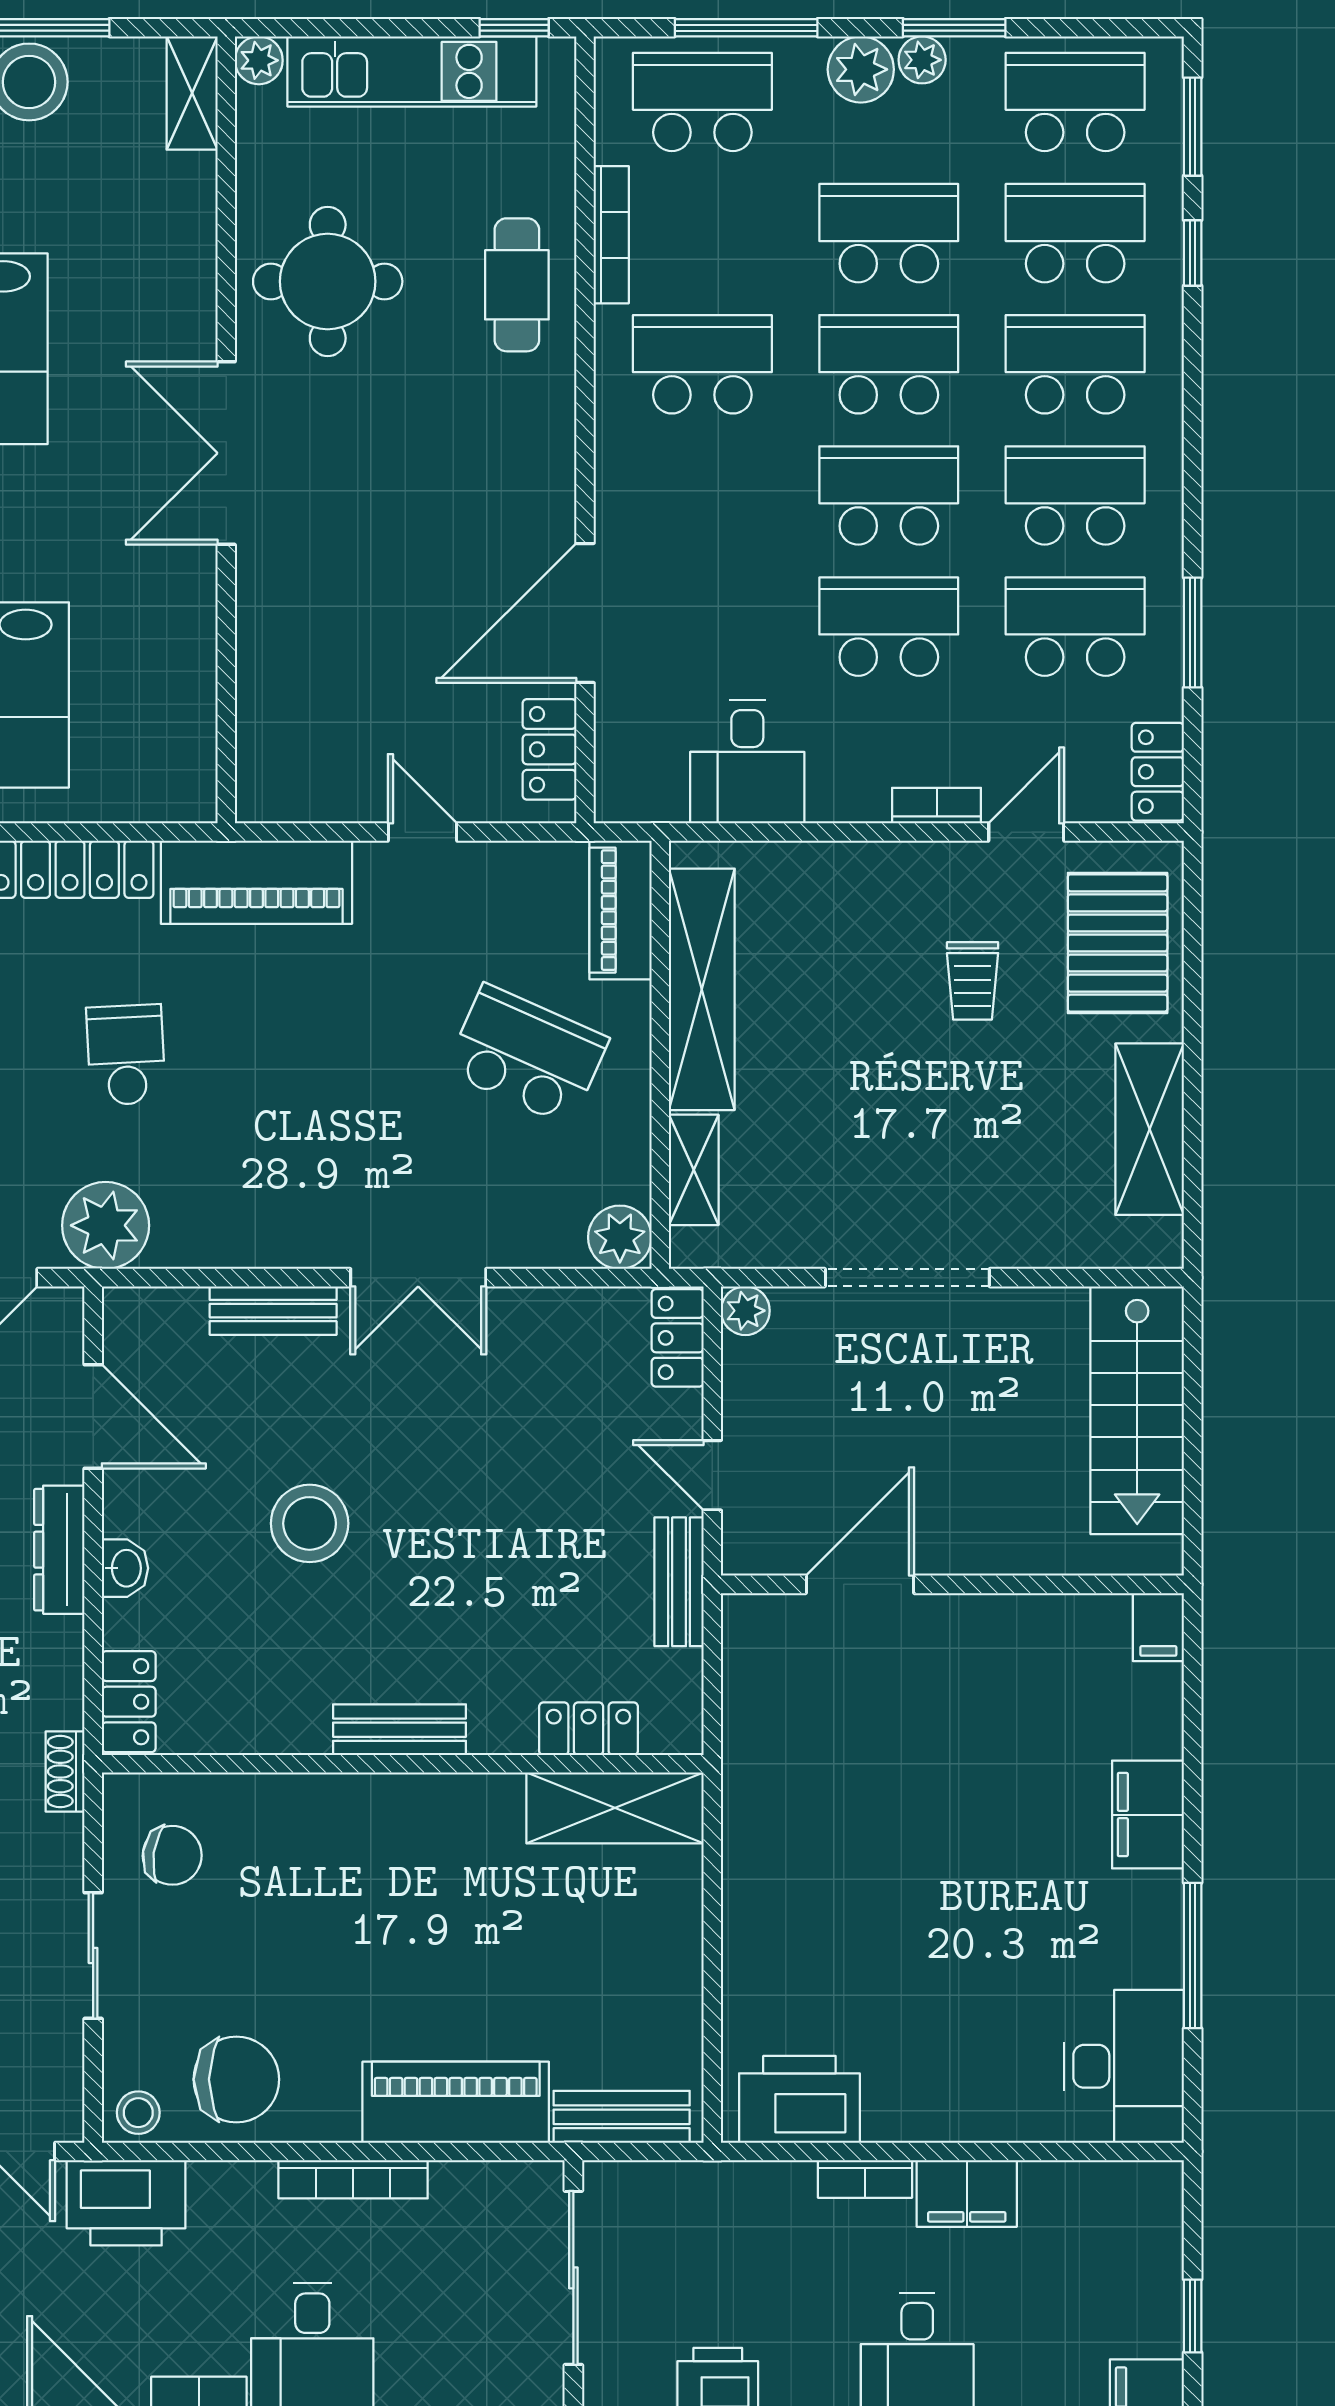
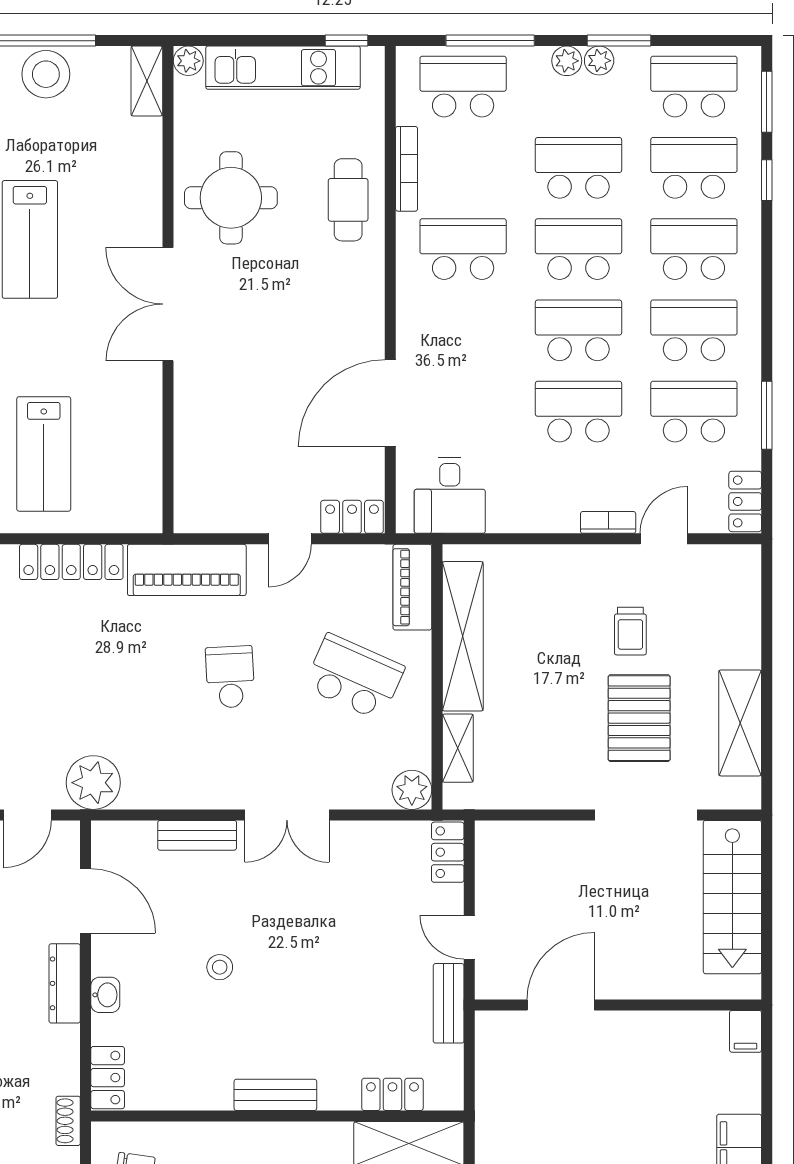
plant: (861, 69) -> (567, 61), width x0.73, depth x0.73
locker: (549, 749) -> (352, 517), moved, turned 90
desk: (747, 762) -> (450, 495), moved
door: (422, 832) -> (290, 539), swing flipped
pallet: (1118, 943) -> (639, 718), moved
school desk: (126, 1055) -> (230, 677), moved
doorway: (907, 1278) -> (646, 815), moved
plant: (745, 1311) -> (490, 835), removed
stool: (310, 1523) -> (220, 967), width x0.53, depth x0.53

